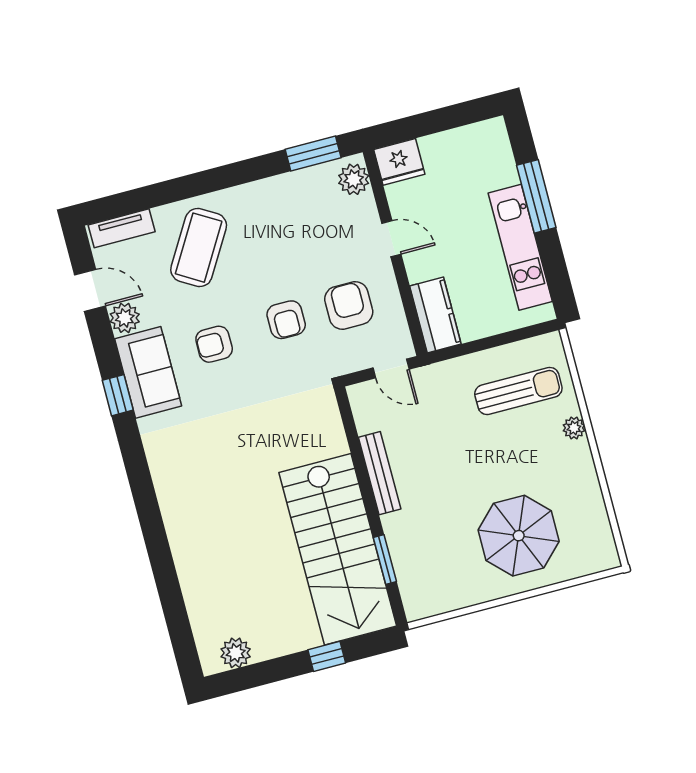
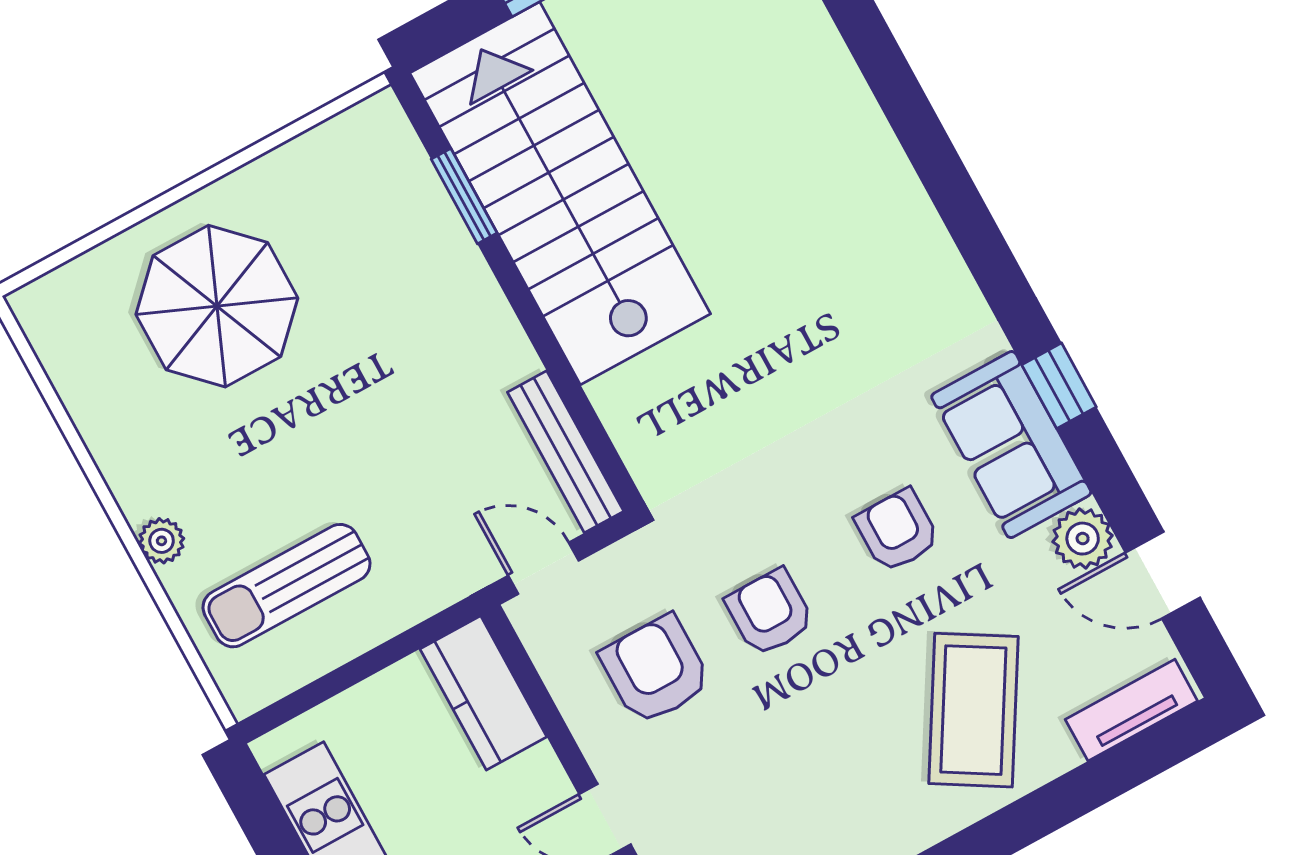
armchair: (349, 305) -> (656, 670), turned 180
armchair: (214, 344) -> (897, 531), turned -90
bench: (380, 473) -> (566, 452), moved

